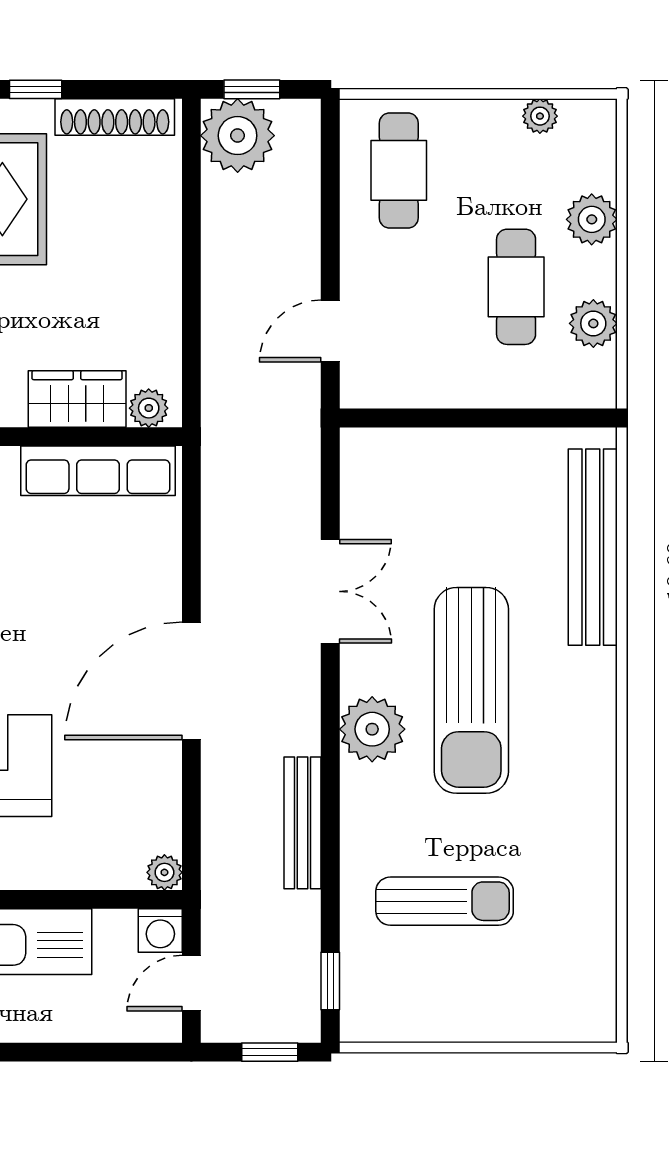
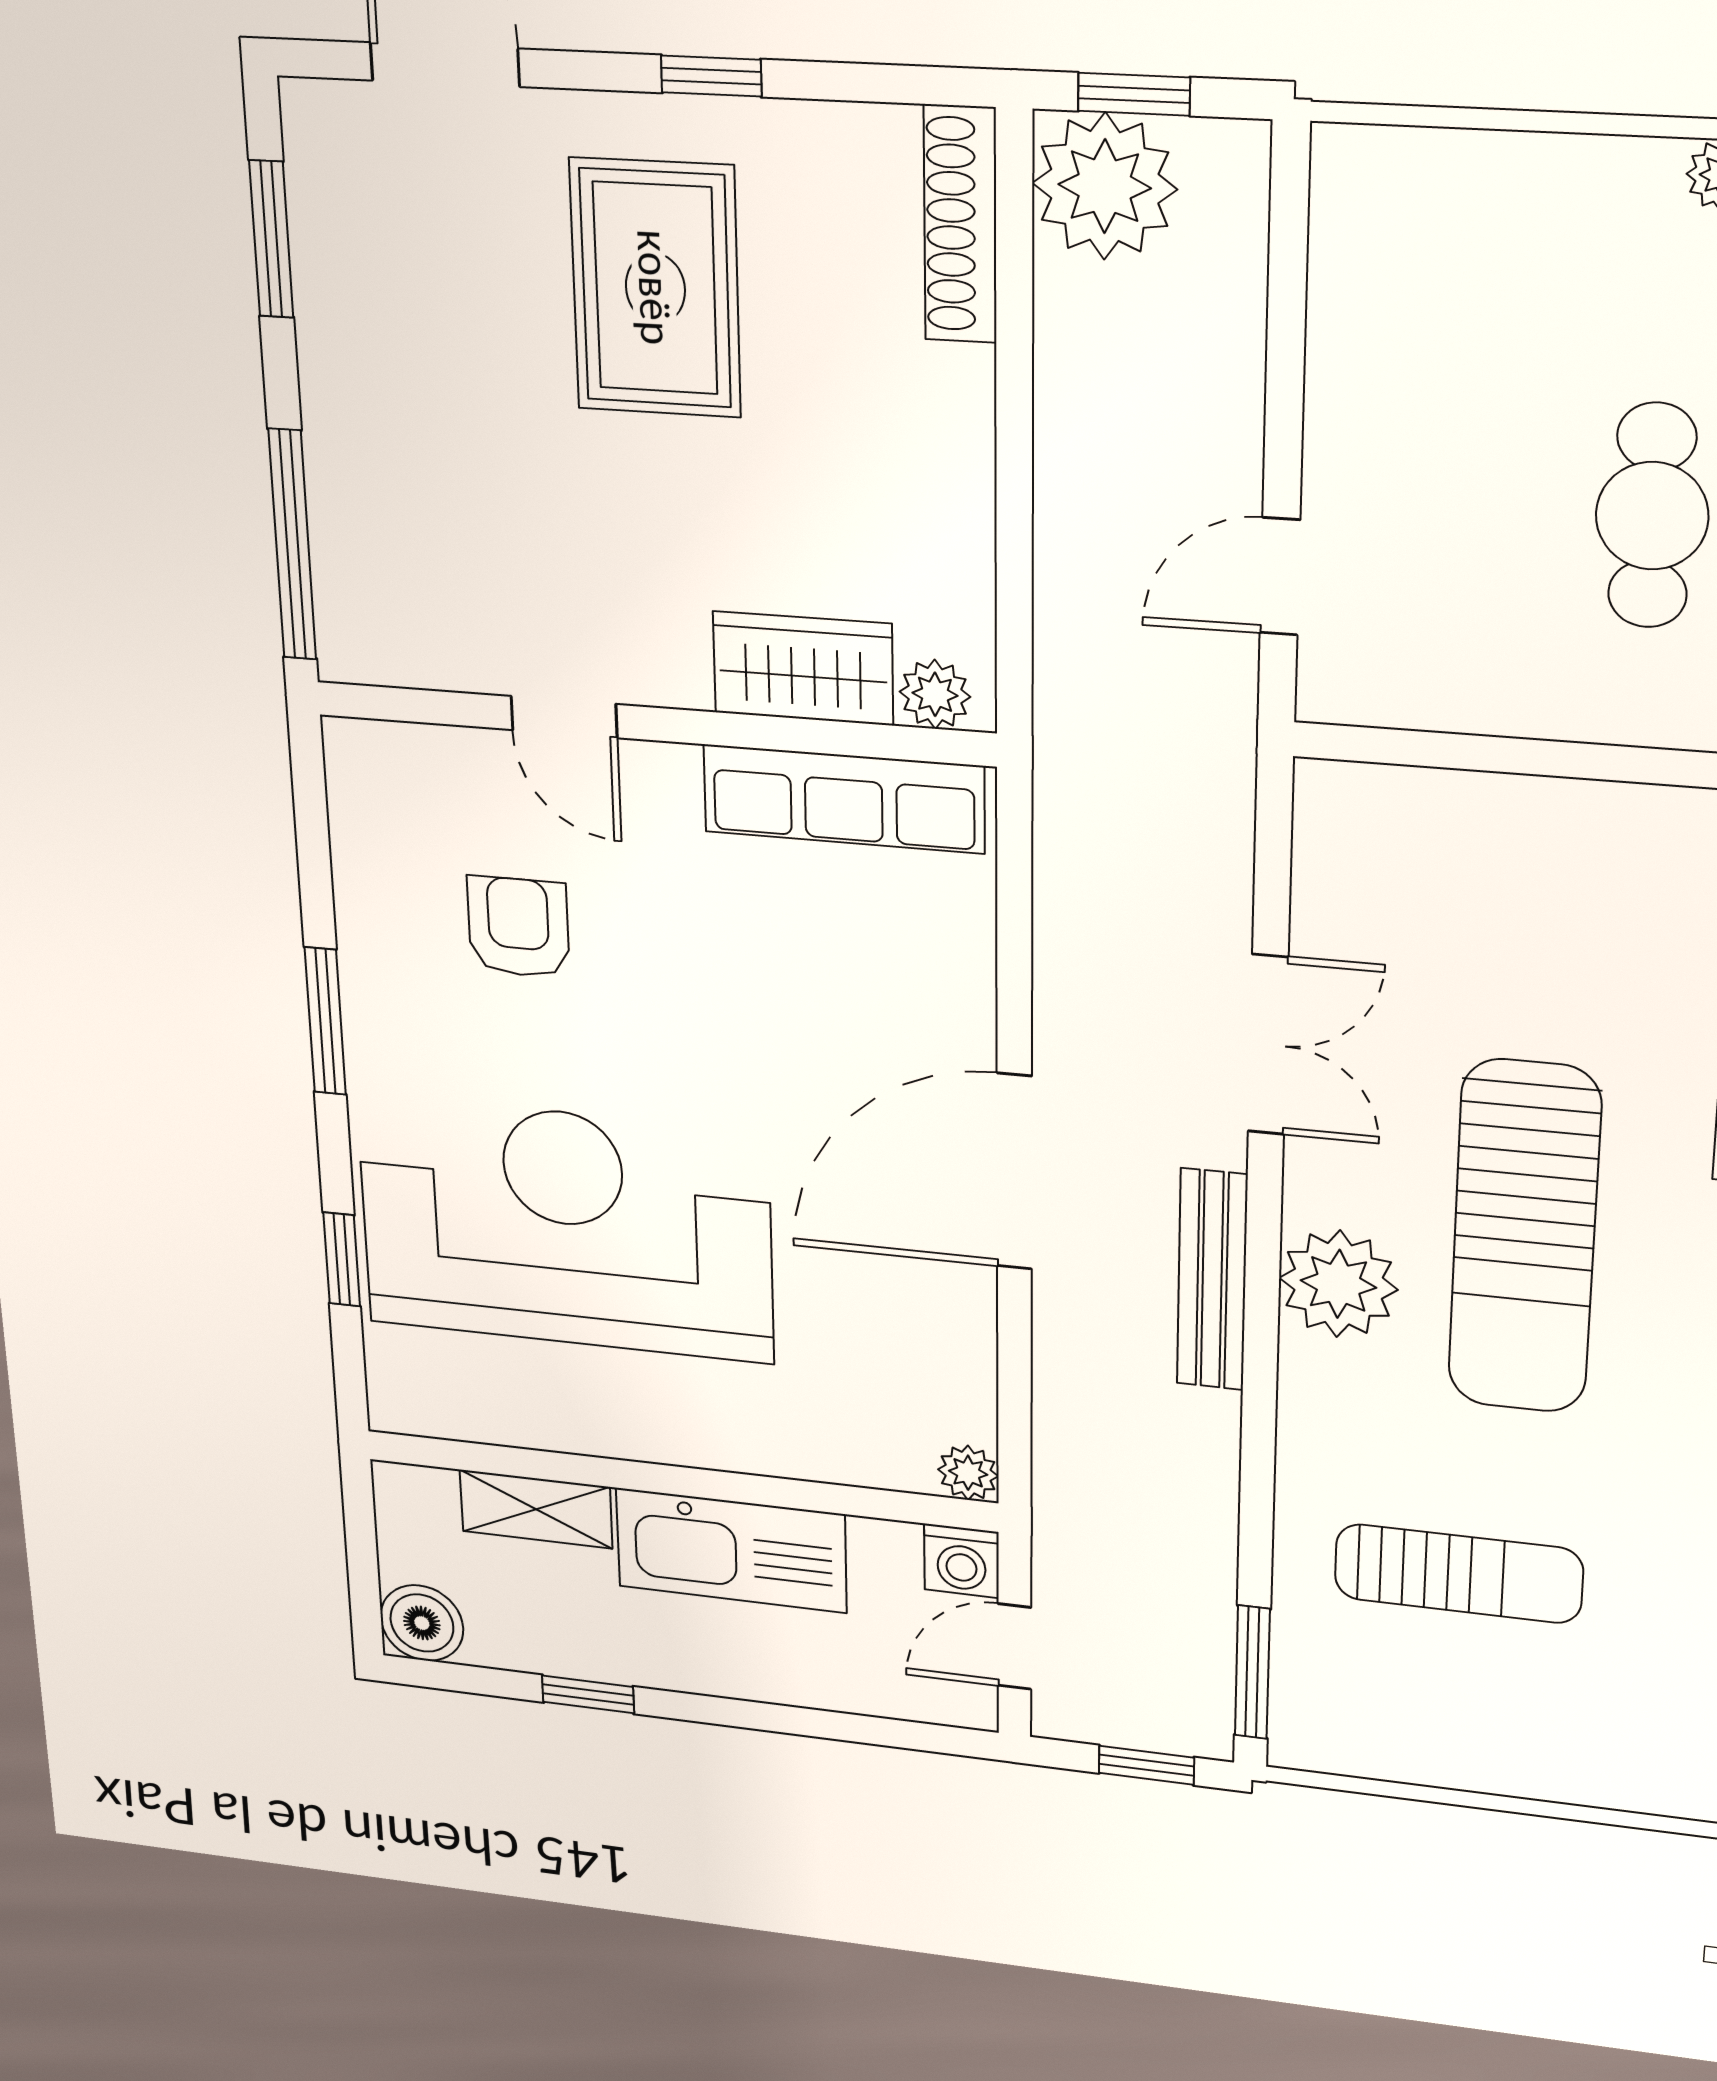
shoe rack: (115, 117) -> (960, 225), moved, turned 90
cafe table: (399, 170) -> (1425, 272), removed
bench: (303, 823) -> (1212, 1280), moved
window: (330, 981) -> (1252, 1672), width x1.50

